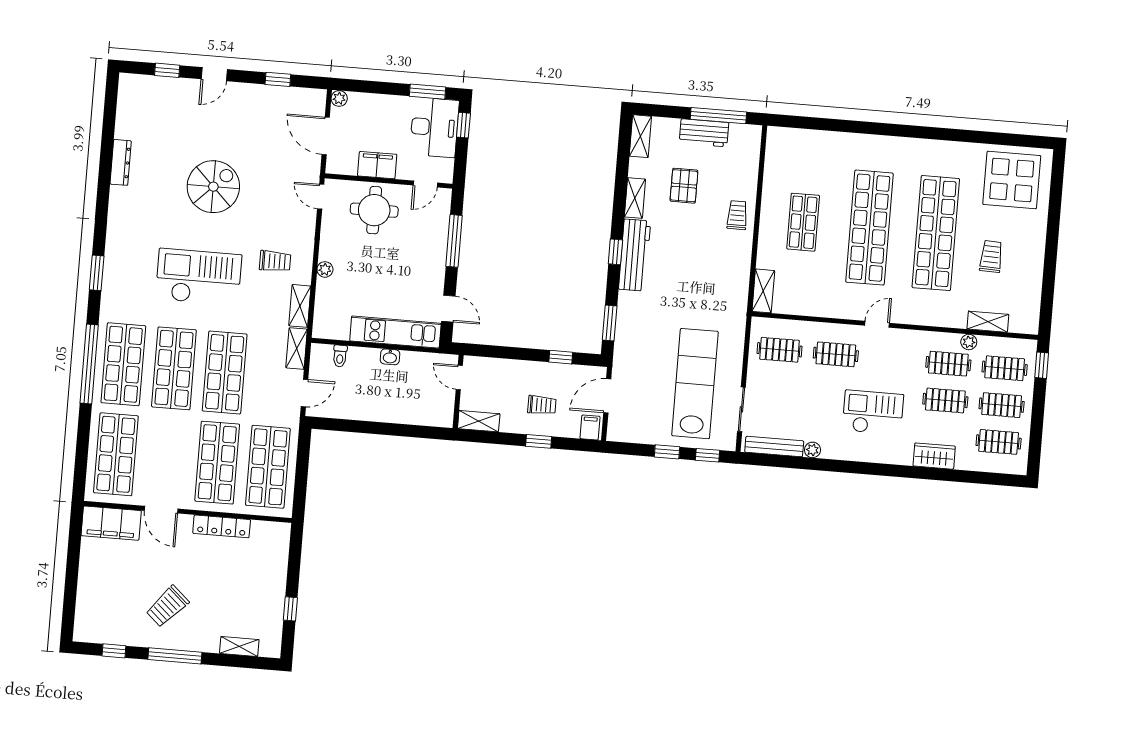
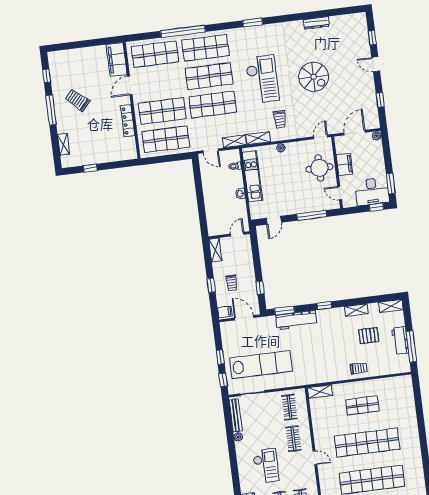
workbench: (635, 255) -> (296, 320), moved
kitchen unit: (395, 332) -> (252, 176), moved
window: (89, 364) -> (183, 31), moved

